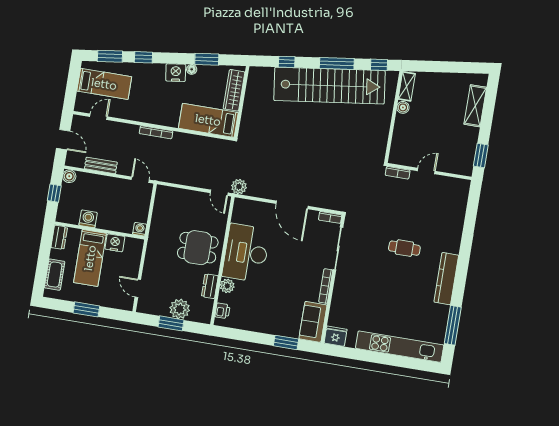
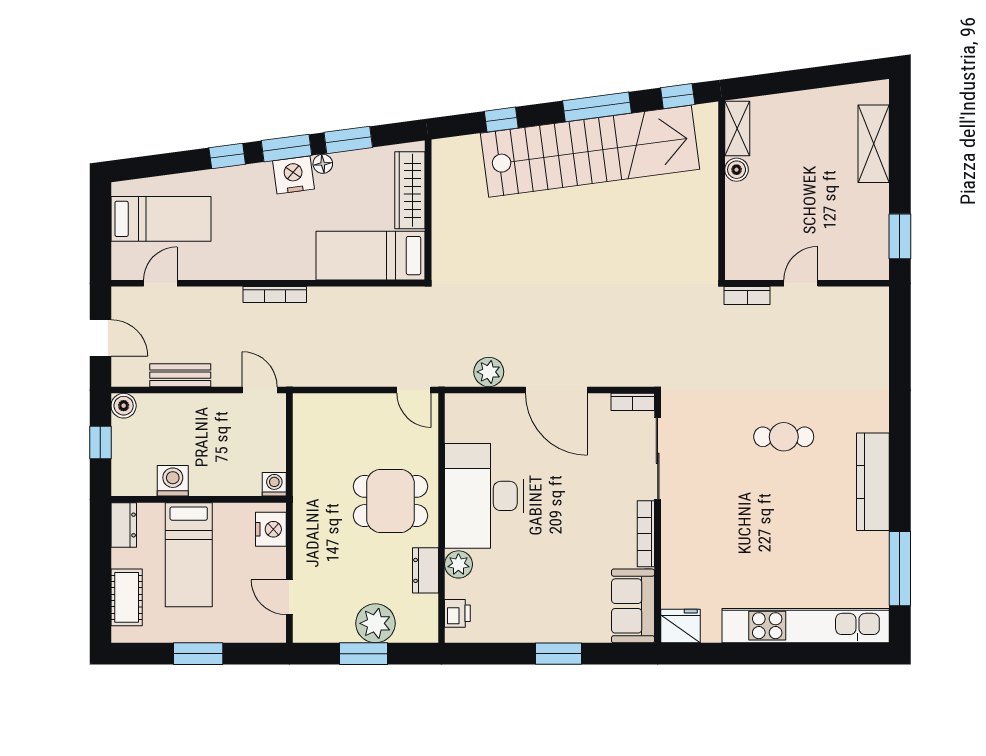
window: (110, 56) -> (286, 148), moved
plant: (239, 187) -> (489, 372), moved
nightstand: (115, 243) -> (271, 529), moved, turned 90
window: (286, 342) -> (559, 654), moved

